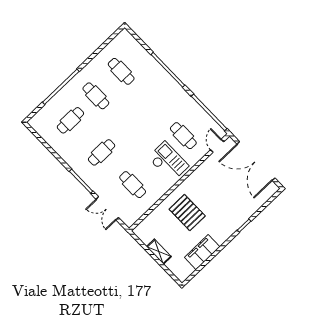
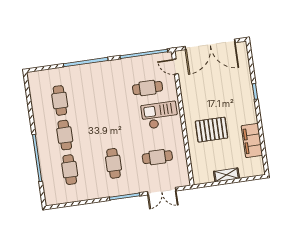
cafe table: (121, 71) -> (60, 100), turned 90
cafe table: (96, 96) -> (65, 135), turned 90

